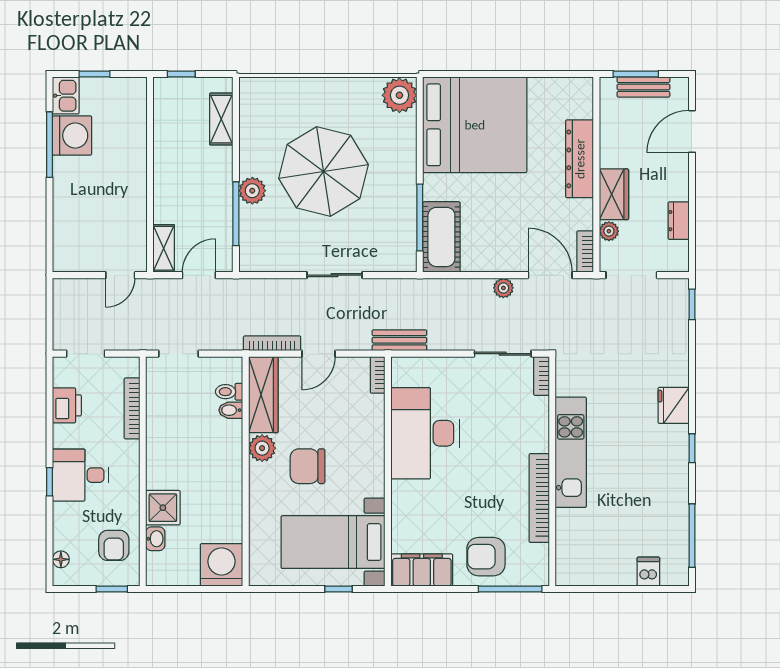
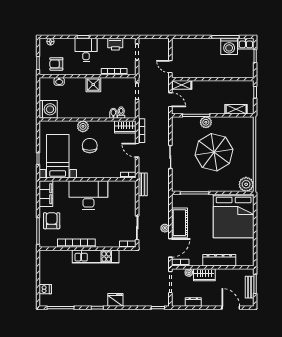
cot: (441, 237) -> (179, 223), moved, turned 90
wardrobe: (263, 395) -> (125, 127), width x0.67
desk: (425, 433) -> (88, 195), moved
plant: (262, 448) -> (83, 126), moved
shower: (163, 508) -> (93, 85), moved

